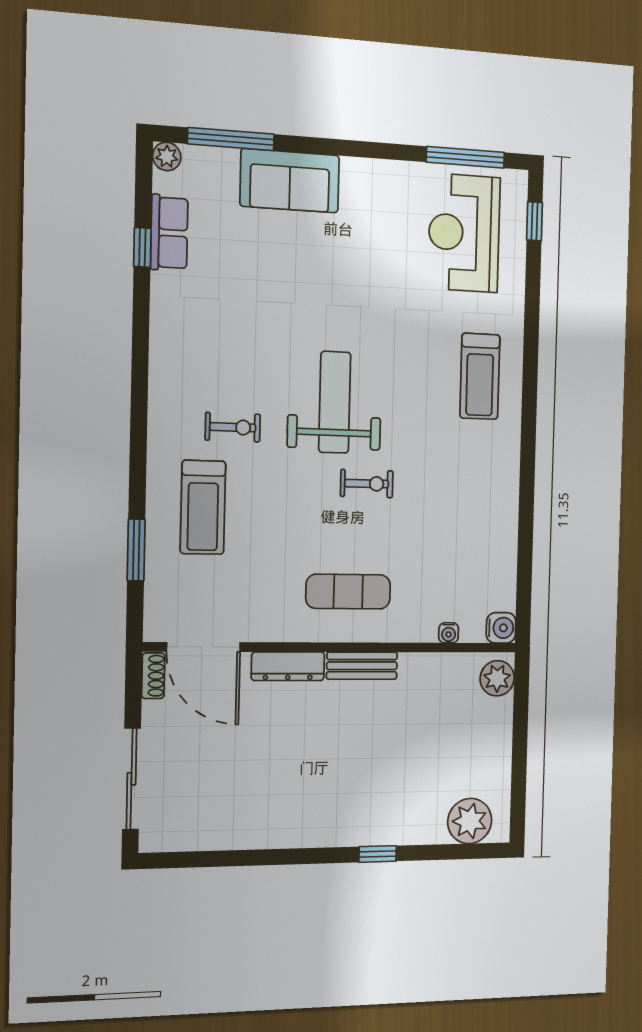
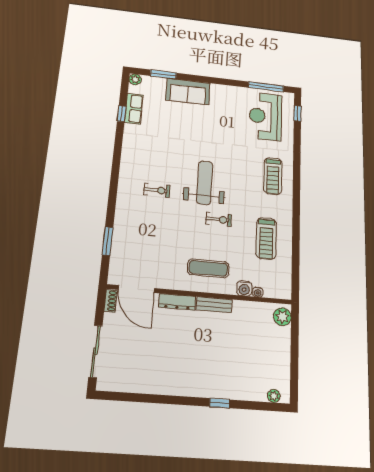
window: (231, 139) -> (163, 74), width x0.69
treadmill: (203, 507) -> (266, 238), moved
water cooler: (501, 628) -> (244, 288), moved, turned 90
plant: (470, 821) -> (274, 396), width x0.53, depth x0.53

